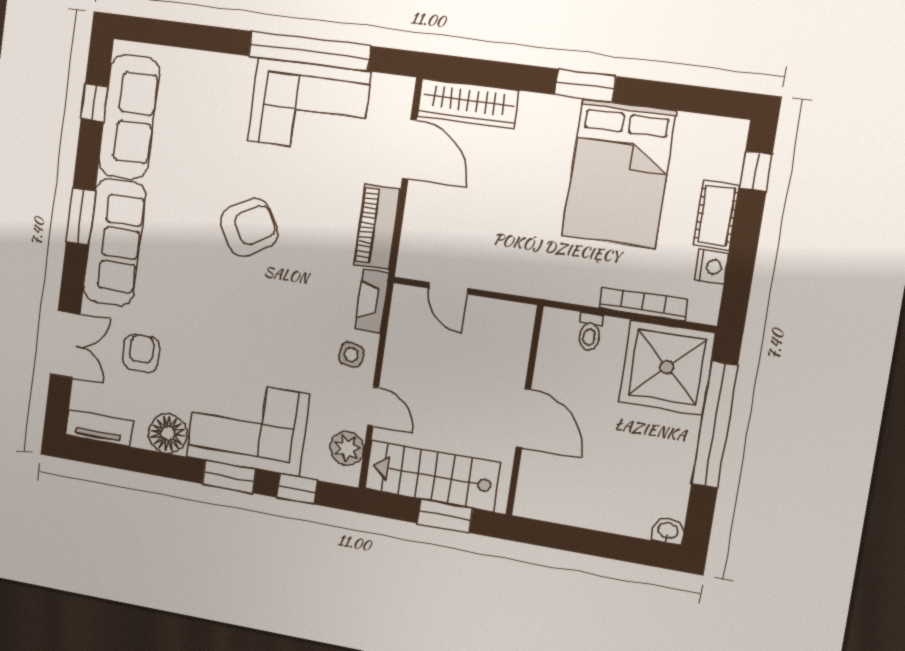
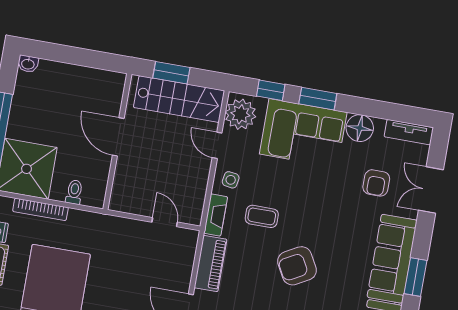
coffee table: (303, 300) -> (262, 216), added
plant: (347, 448) -> (240, 114), width x1.36, depth x1.36

